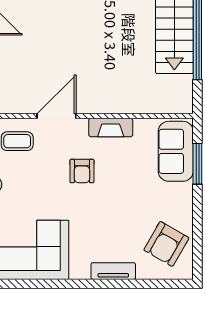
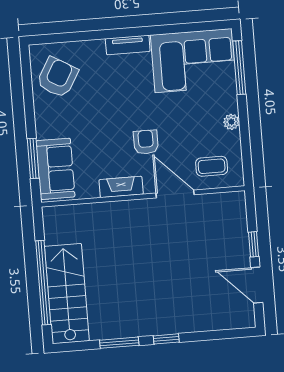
door: (57, 116) -> (175, 194), swing flipped
tv unit: (113, 271) -> (128, 45), moved

